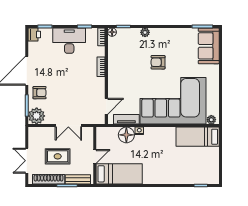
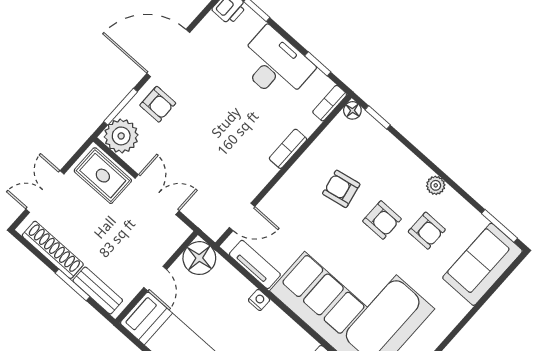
plant: (145, 32) -> (436, 185), moved
armchair: (178, 52) -> (427, 231), added
armchair: (158, 62) -> (382, 220), turned 180
armchair: (133, 64) -> (341, 189), added
double door: (68, 126) -> (157, 195), swing flipped
floor lamp: (126, 135) -> (199, 258), moved
rug: (58, 156) -> (103, 176), moved
door: (95, 157) -> (155, 279), hinge flipped

